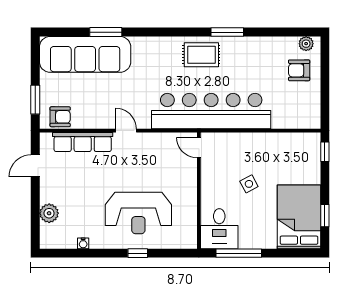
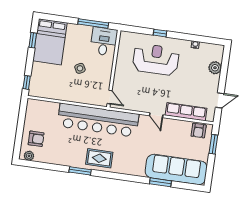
armchair: (60, 117) -> (199, 131), turned -90

